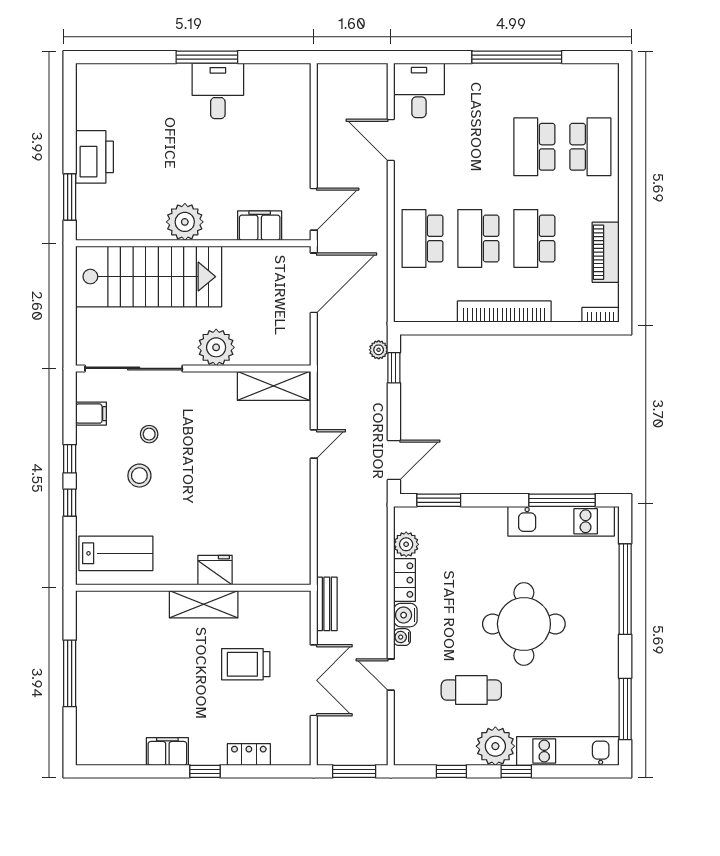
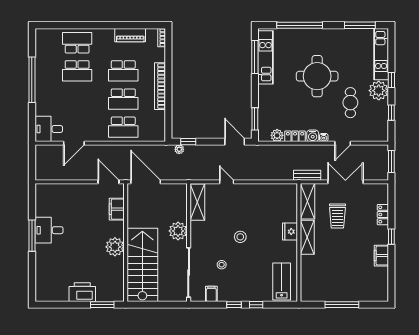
stool: (139, 476) -> (240, 237), moved
shelving: (275, 605) -> (307, 201), added

